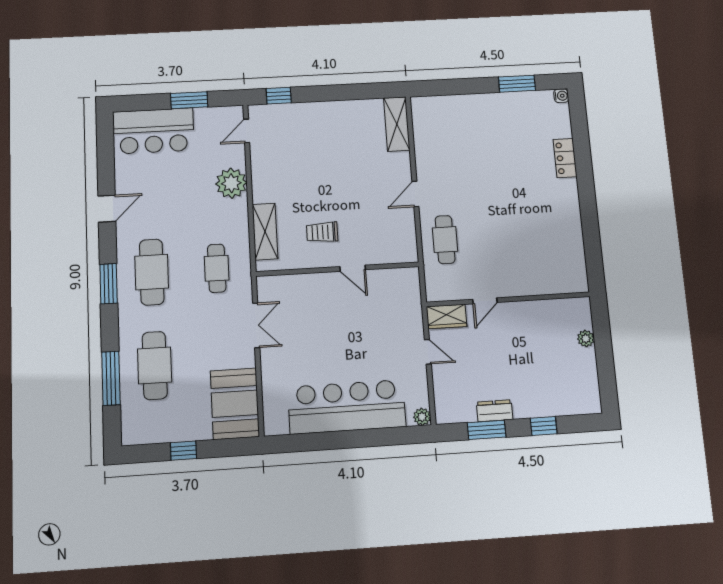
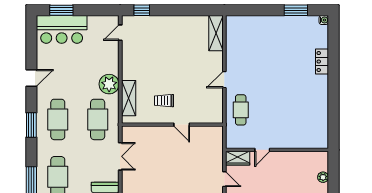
window: (189, 100) -> (61, 10), moved
plant: (231, 183) -> (109, 84), moved
cafe table: (217, 268) -> (98, 119), width x1.37, depth x1.35

